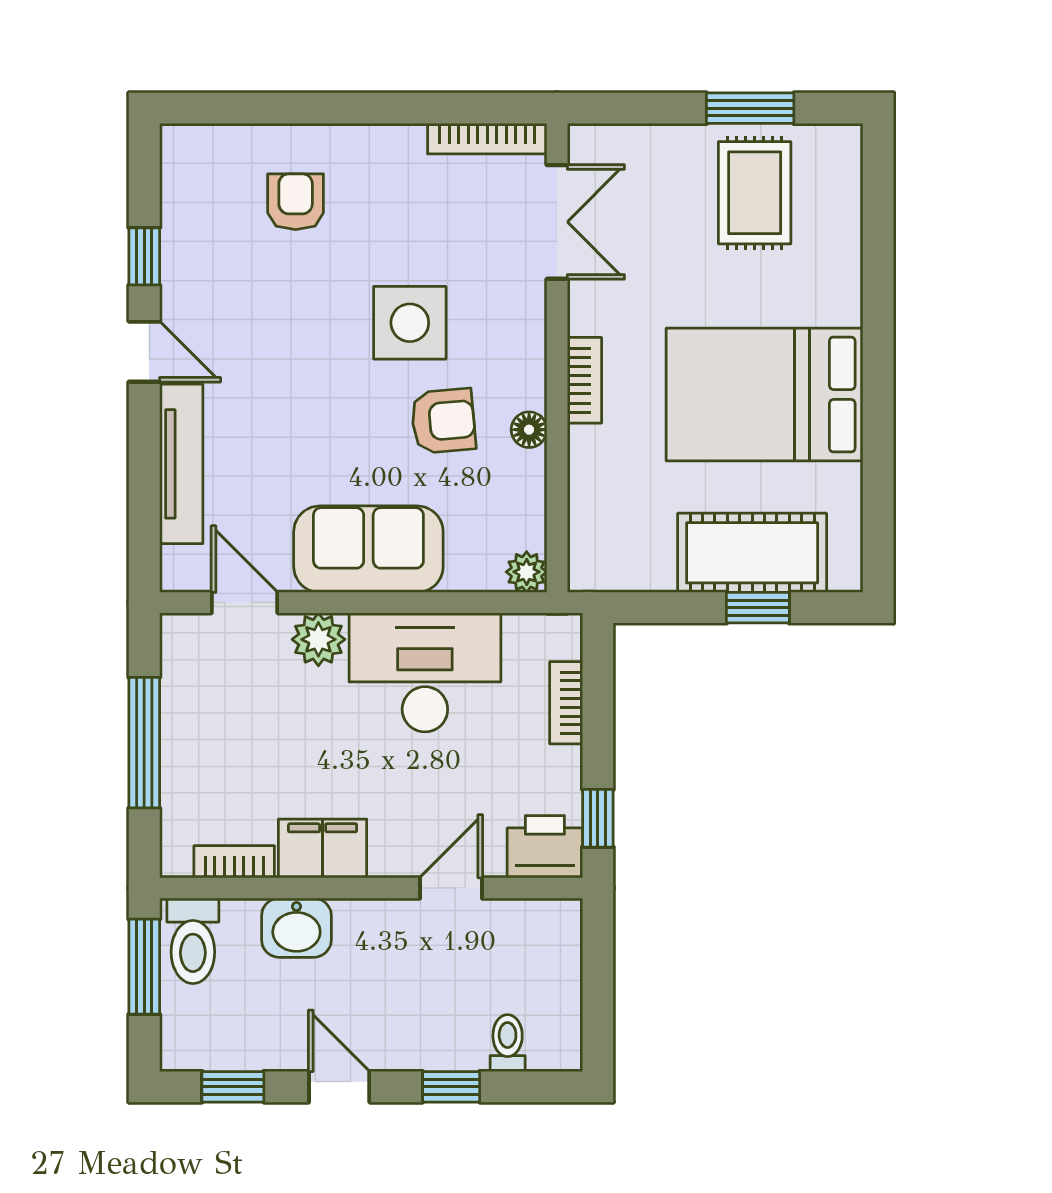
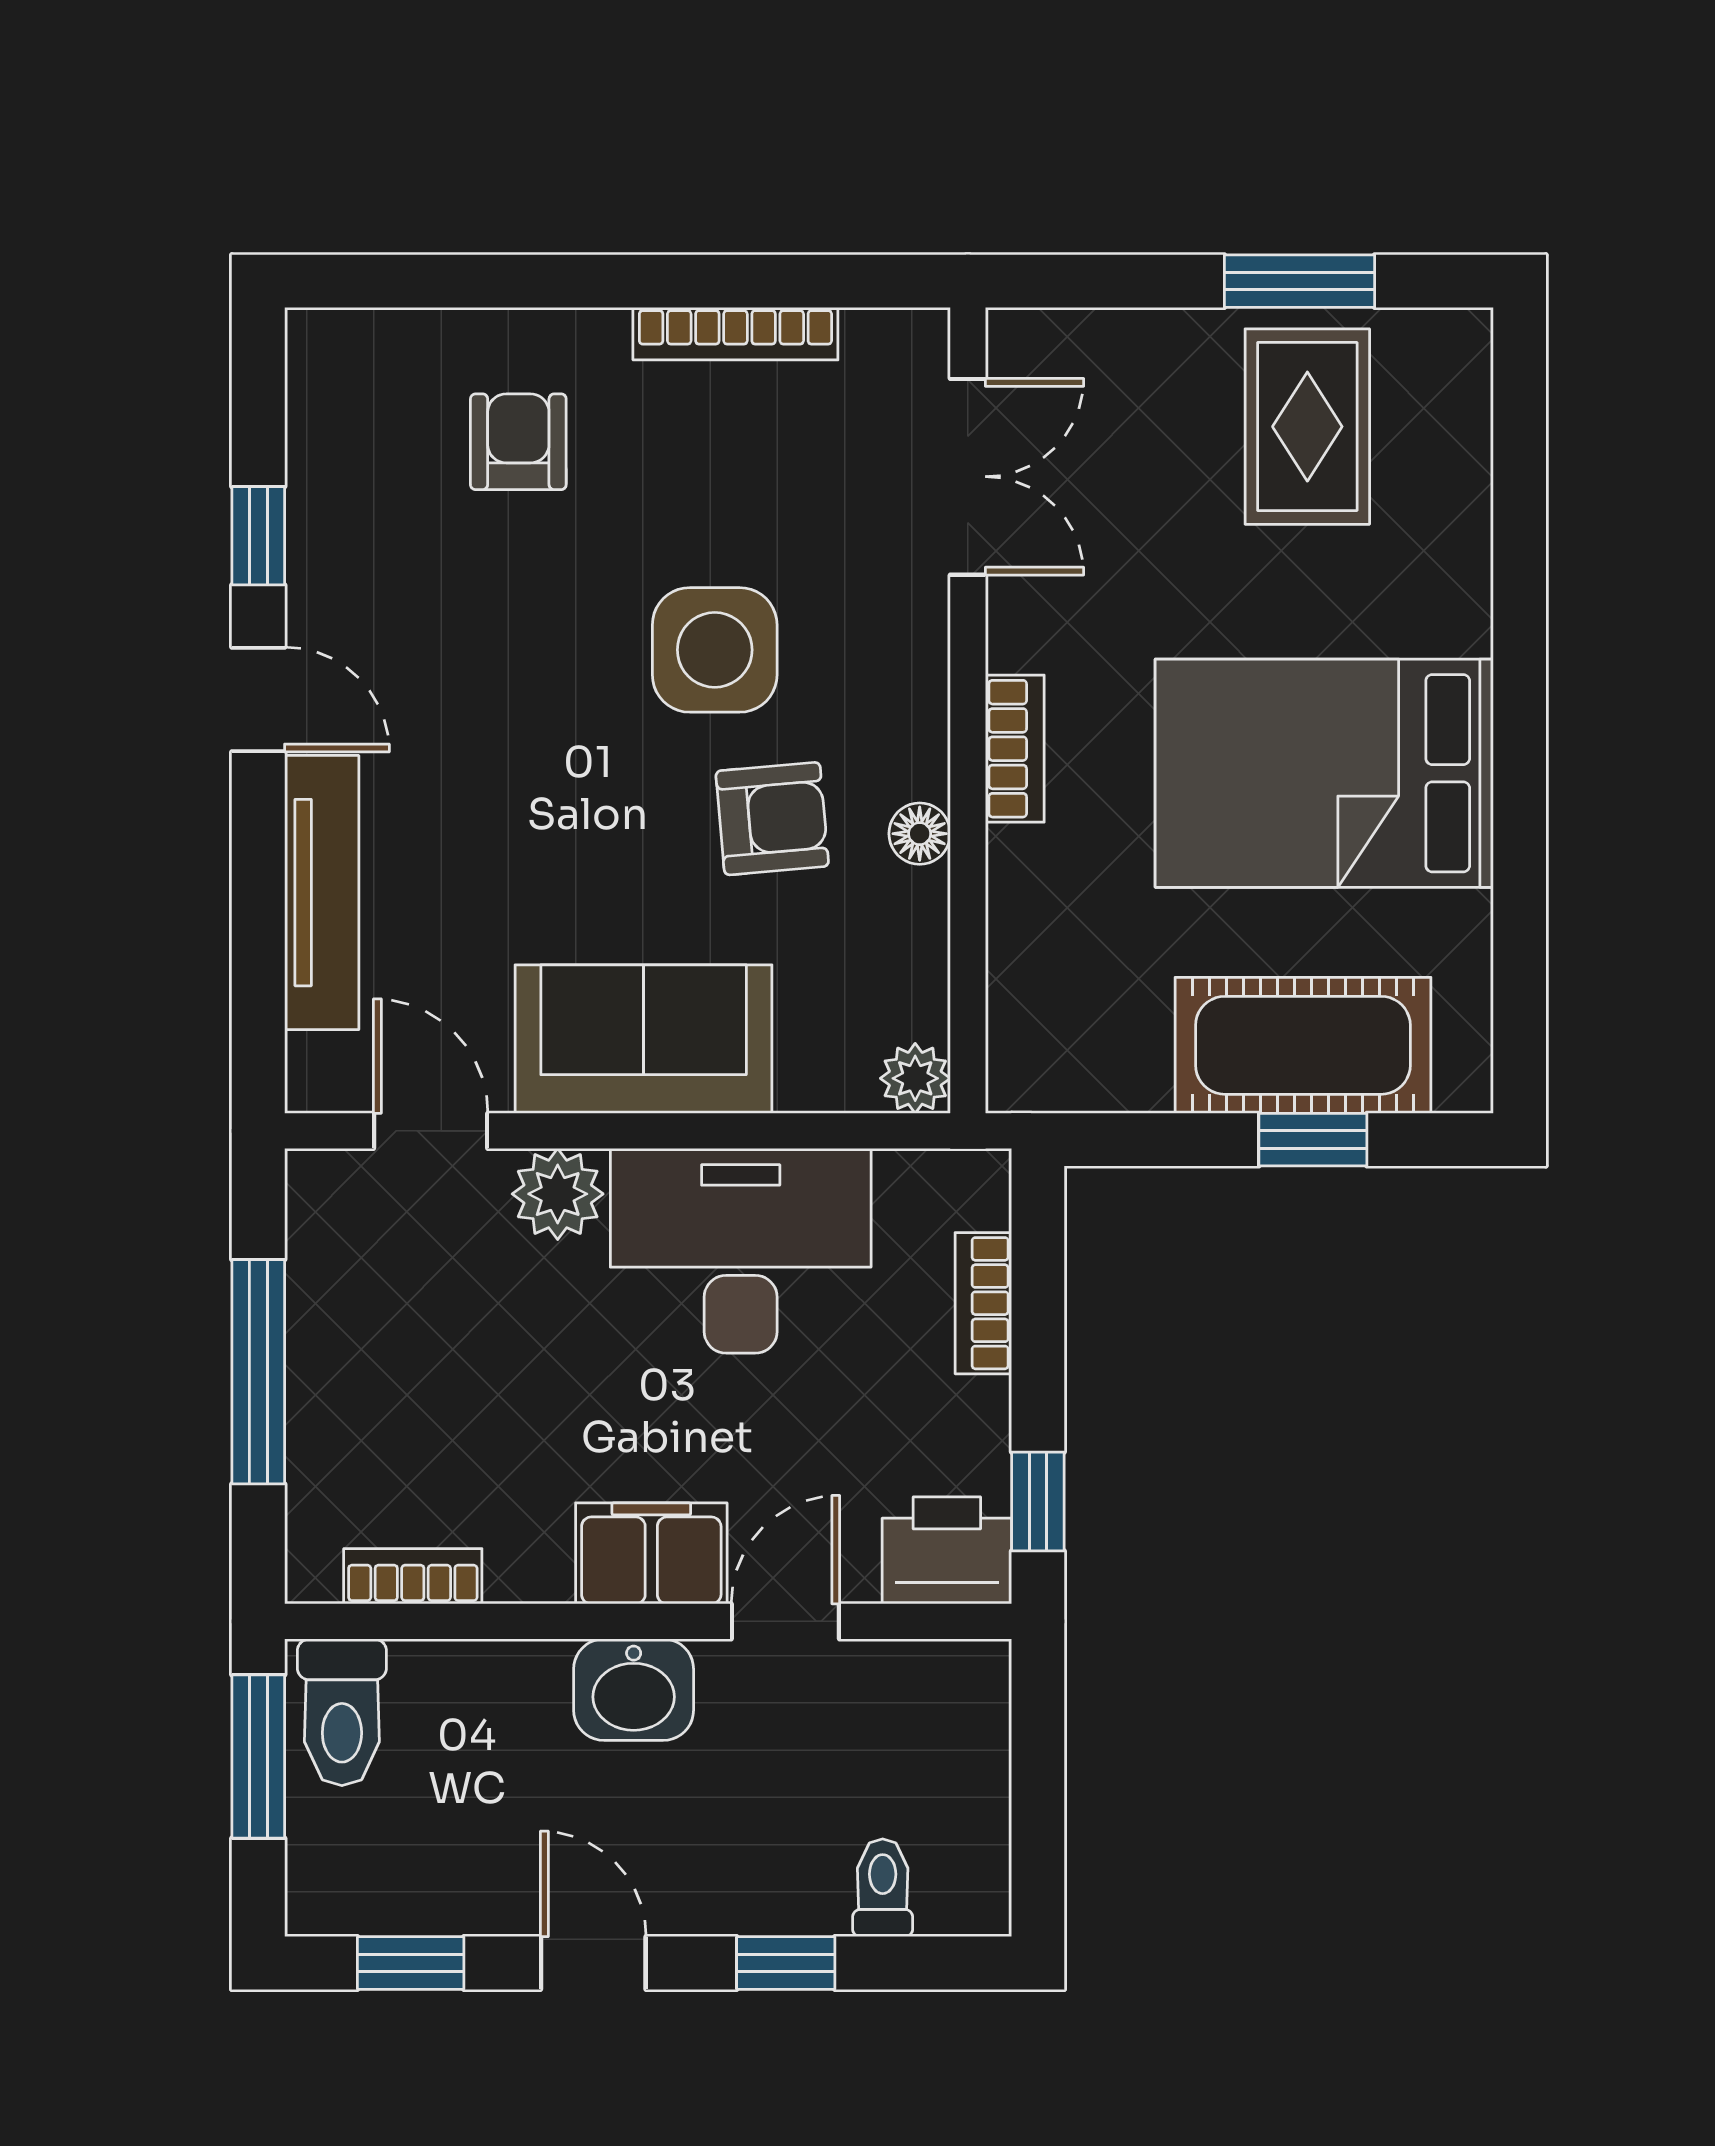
bookcase: (487, 139) -> (735, 334), moved
filing cabinet: (323, 848) -> (651, 1553), moved
washbasin: (296, 928) -> (634, 1690), moved

